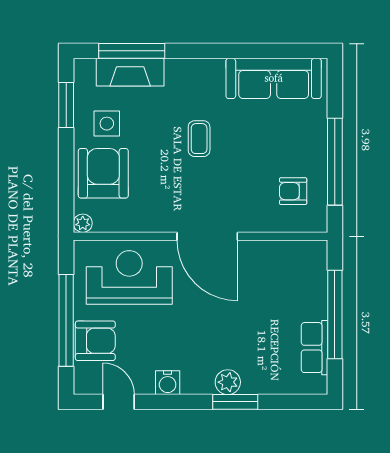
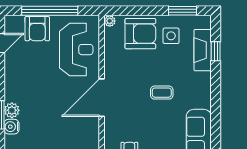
window: (132, 51) -> (216, 51), width x0.46
water cooler: (168, 383) -> (11, 127), moved

